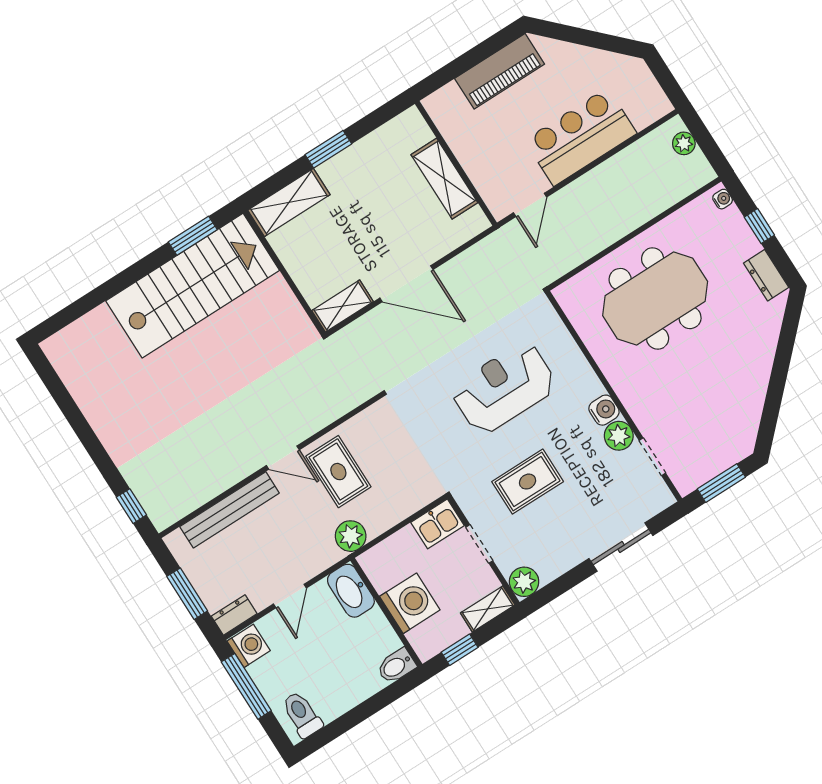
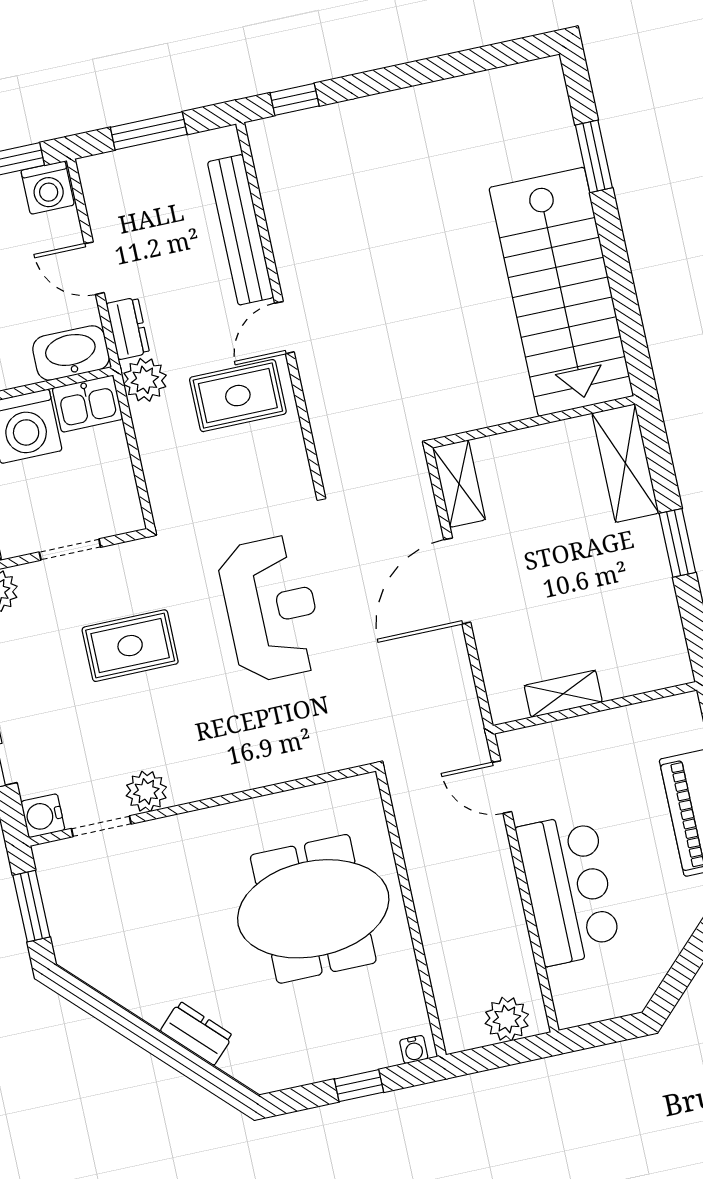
plant: (684, 143) -> (507, 1019), width x1.38, depth x1.38
shelving: (444, 179) -> (563, 694), width x0.67, depth x0.75
window: (193, 236) -> (594, 156), moved
dresser: (766, 275) -> (197, 1033), moved, turned 45
meeting table: (655, 299) -> (313, 909), turned 90
reception desk: (504, 388) -> (271, 609), moved
water cooler: (604, 410) -> (43, 816), moved, turned 90
rug: (528, 482) -> (130, 646), turned 90
kitchen sink: (438, 524) -> (88, 404), moved, turned -90
dresser: (234, 615) -> (128, 328), moved

